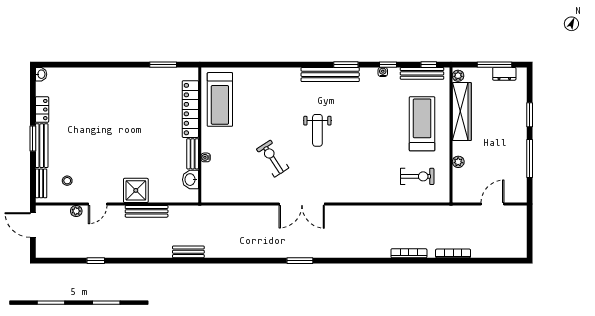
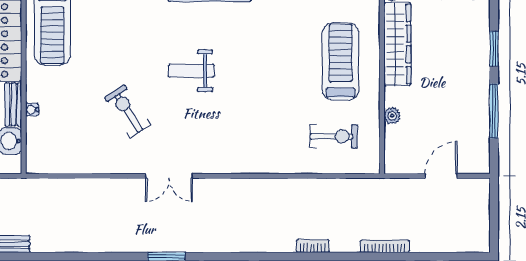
weight bench: (317, 130) -> (191, 71), turned 90
double door: (302, 204) -> (169, 176), width x0.73
bookcase: (409, 253) -> (313, 246), width x0.64

